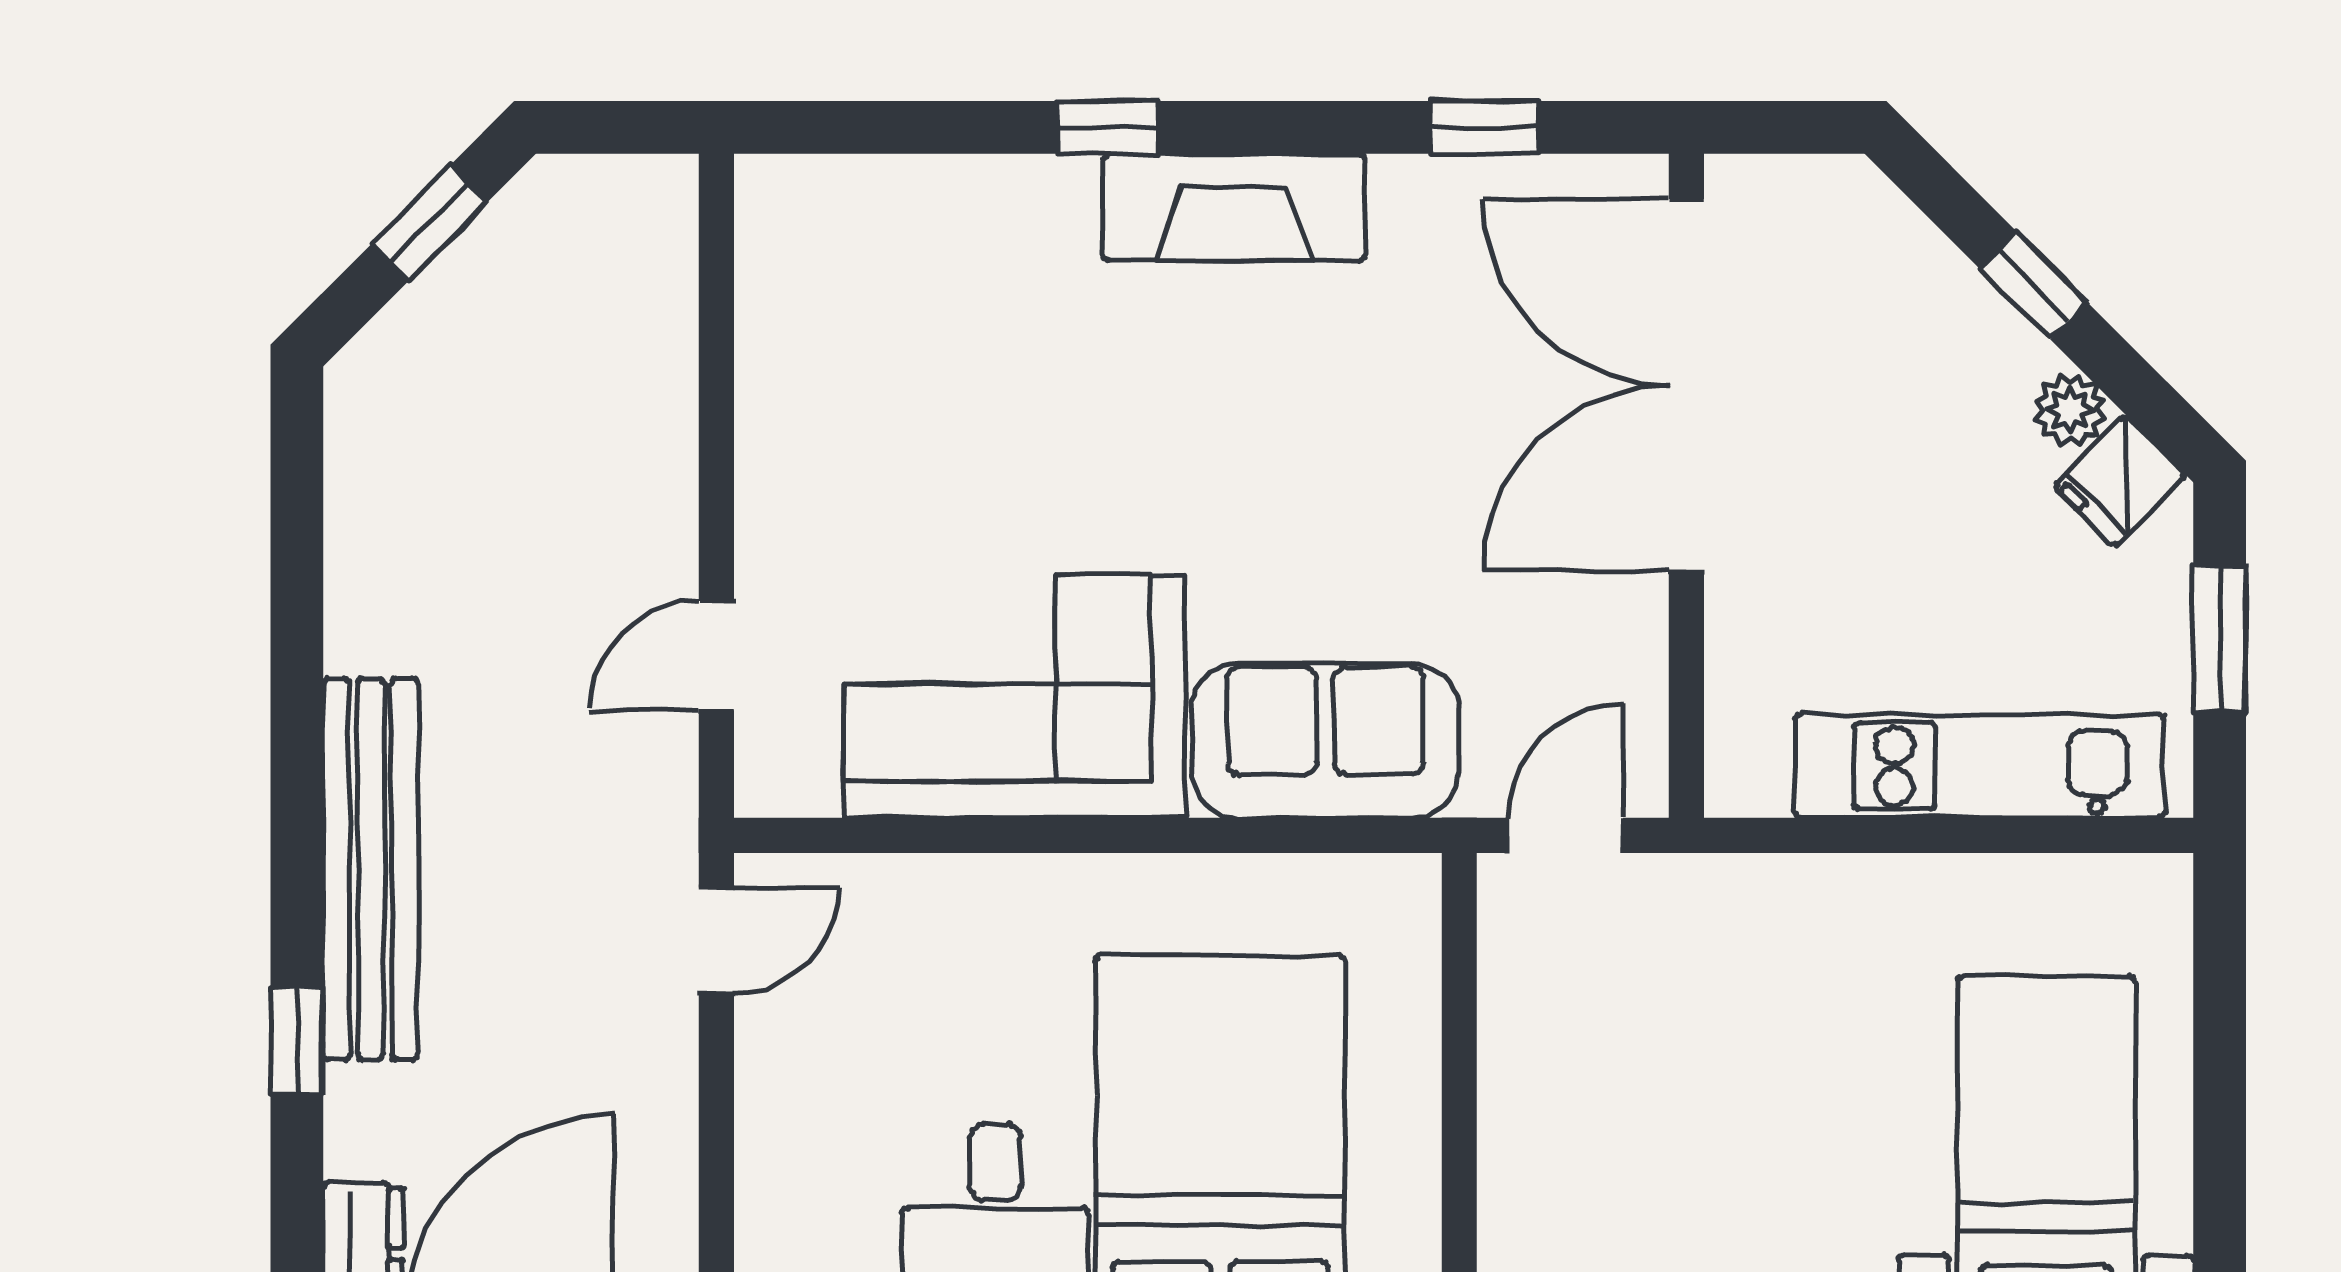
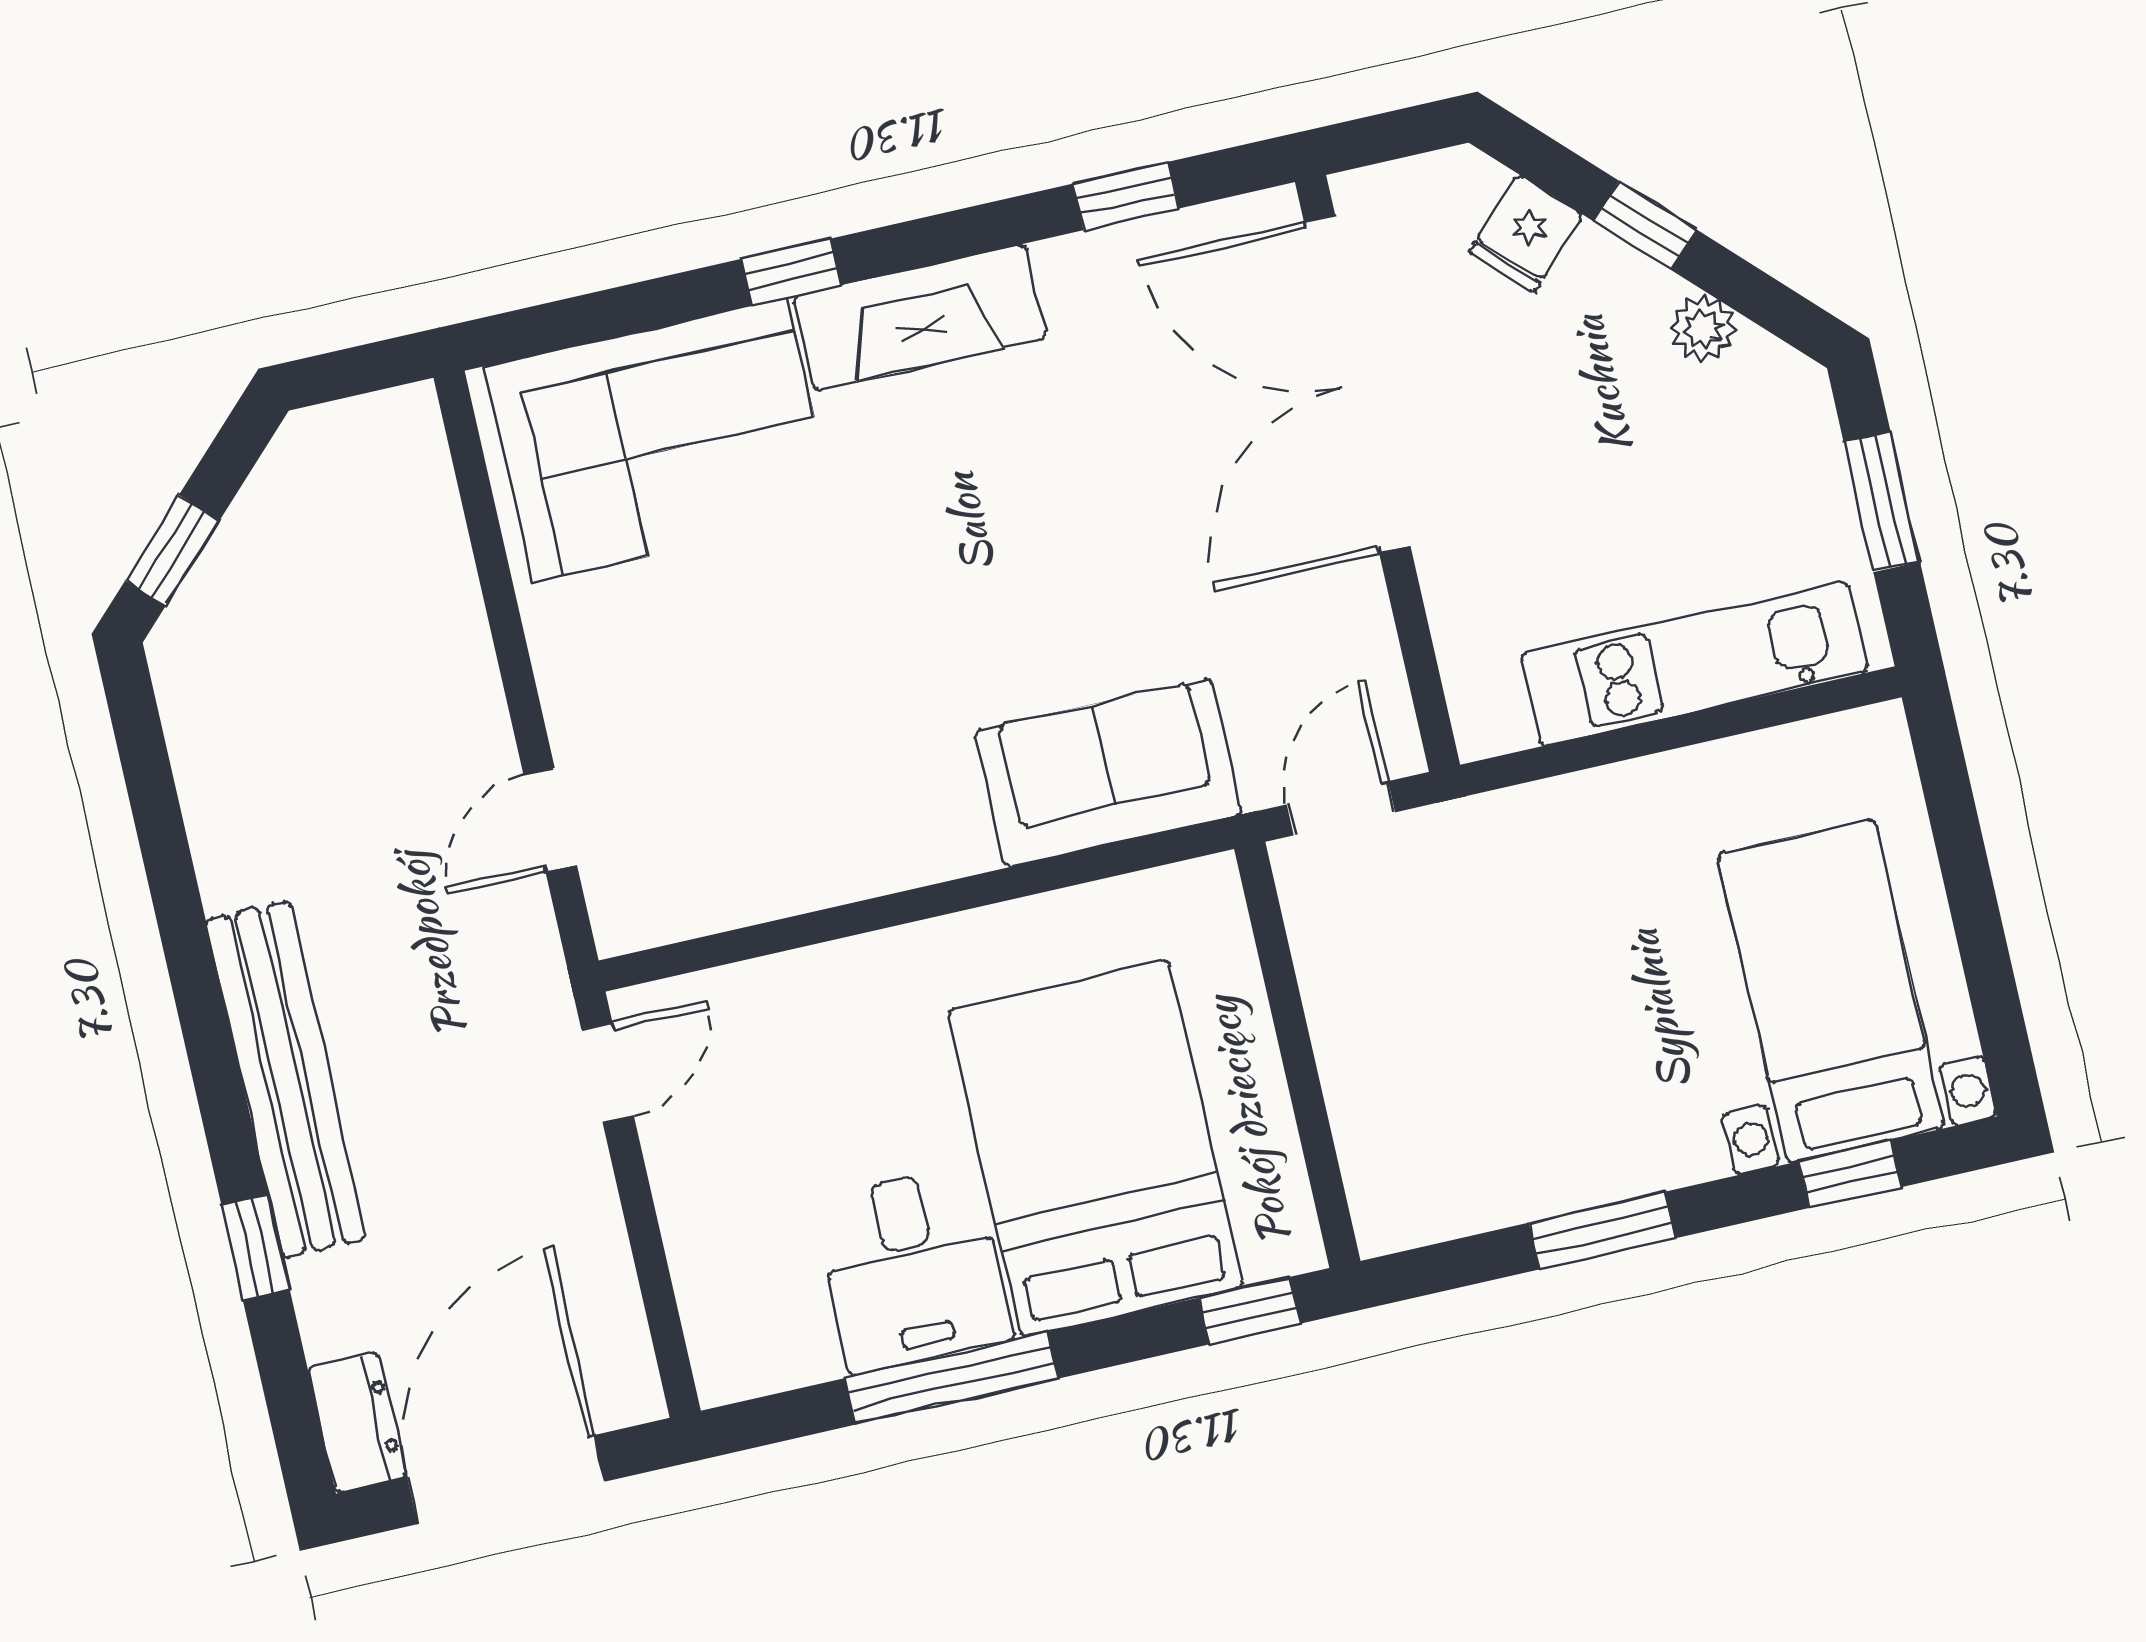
window: (430, 222) -> (172, 550), moved
fridge: (2120, 481) -> (1526, 233), moved
corner sofa: (1014, 696) -> (660, 440), moved, turned 180

